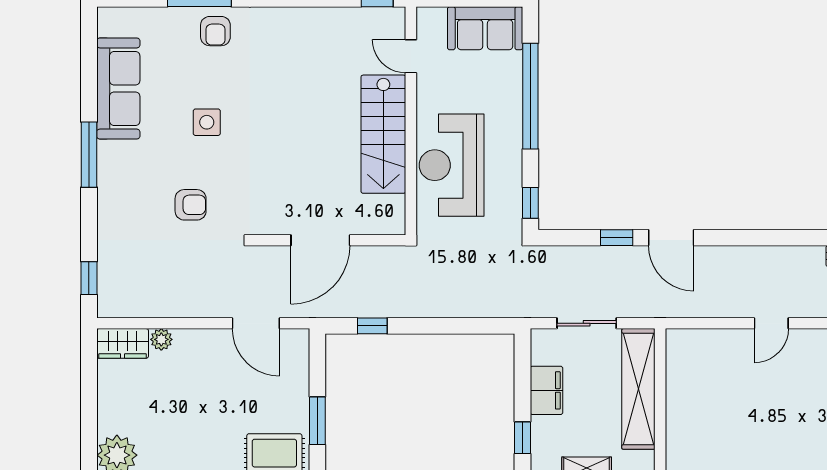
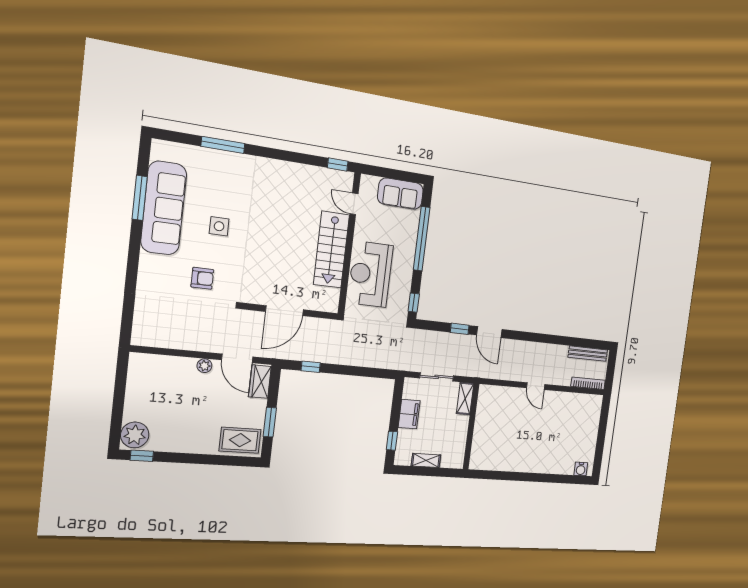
armchair: (215, 31) -> (231, 168), removed
sofa: (118, 89) -> (164, 208), width x1.36, depth x1.27
window: (89, 155) -> (140, 198), moved
window: (89, 278) -> (127, 318), removed
door: (771, 323) -> (536, 386), hinge flipped
plant: (161, 339) -> (204, 366), moved
wardrobe: (123, 343) -> (260, 382), moved, turned 90
shelving: (638, 389) -> (465, 398), width x0.45, depth x0.75

